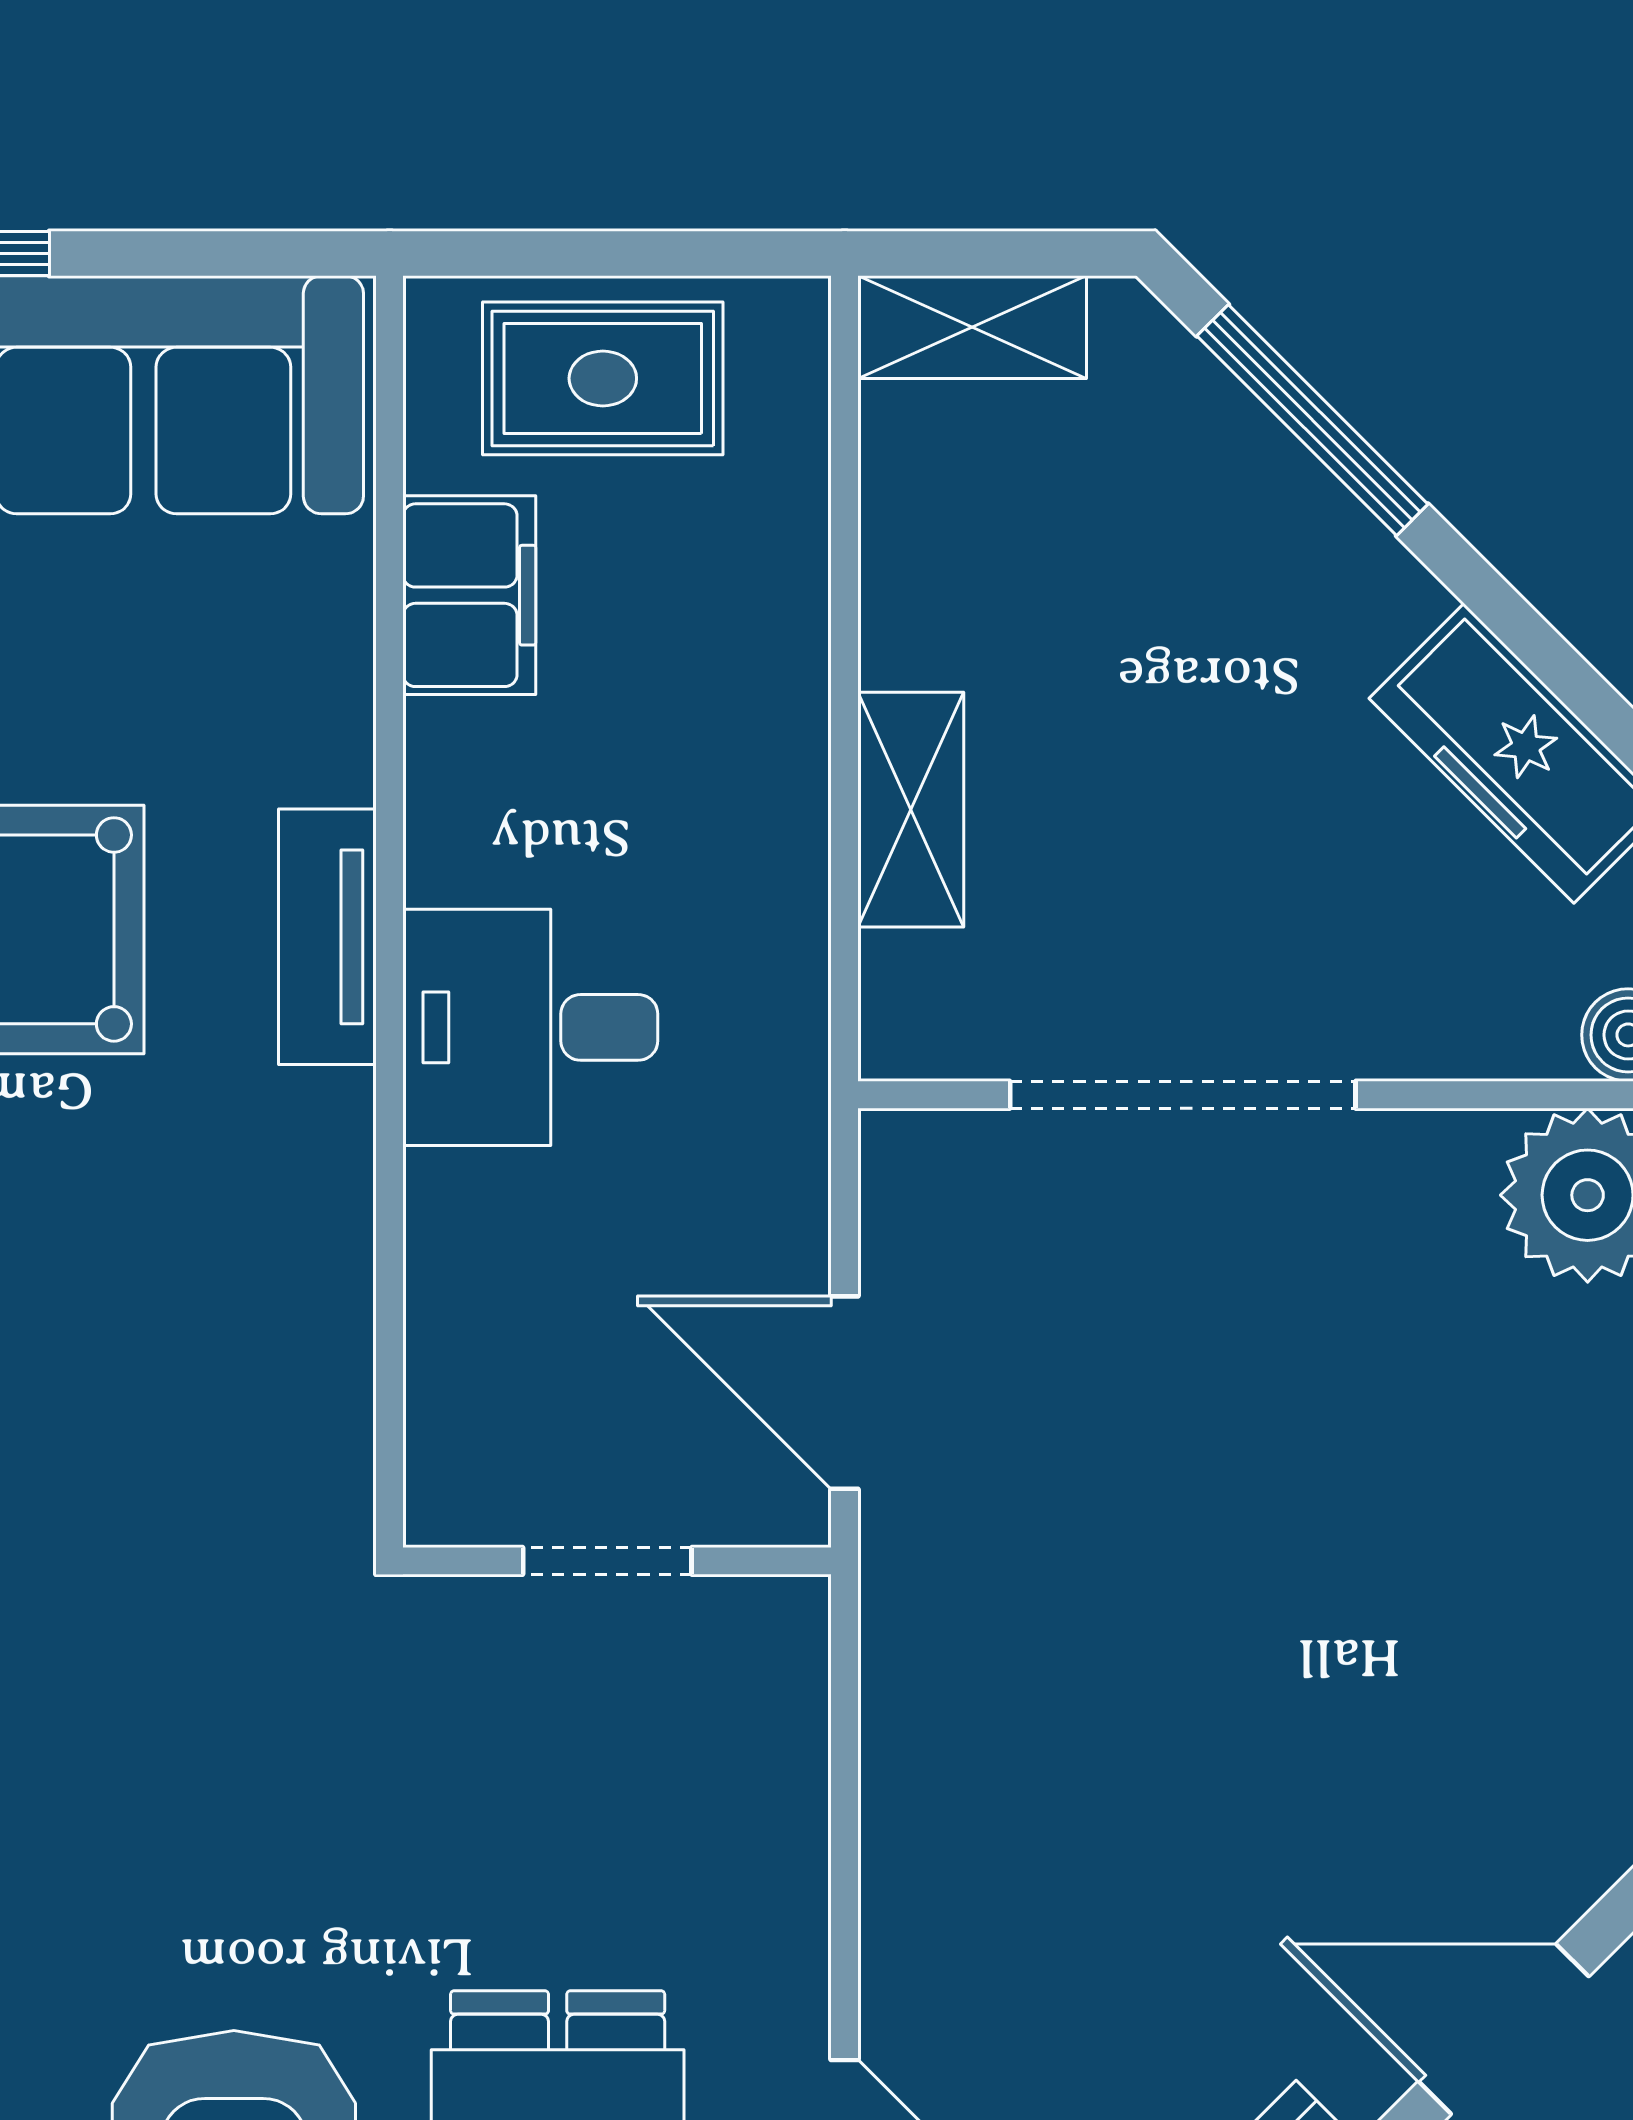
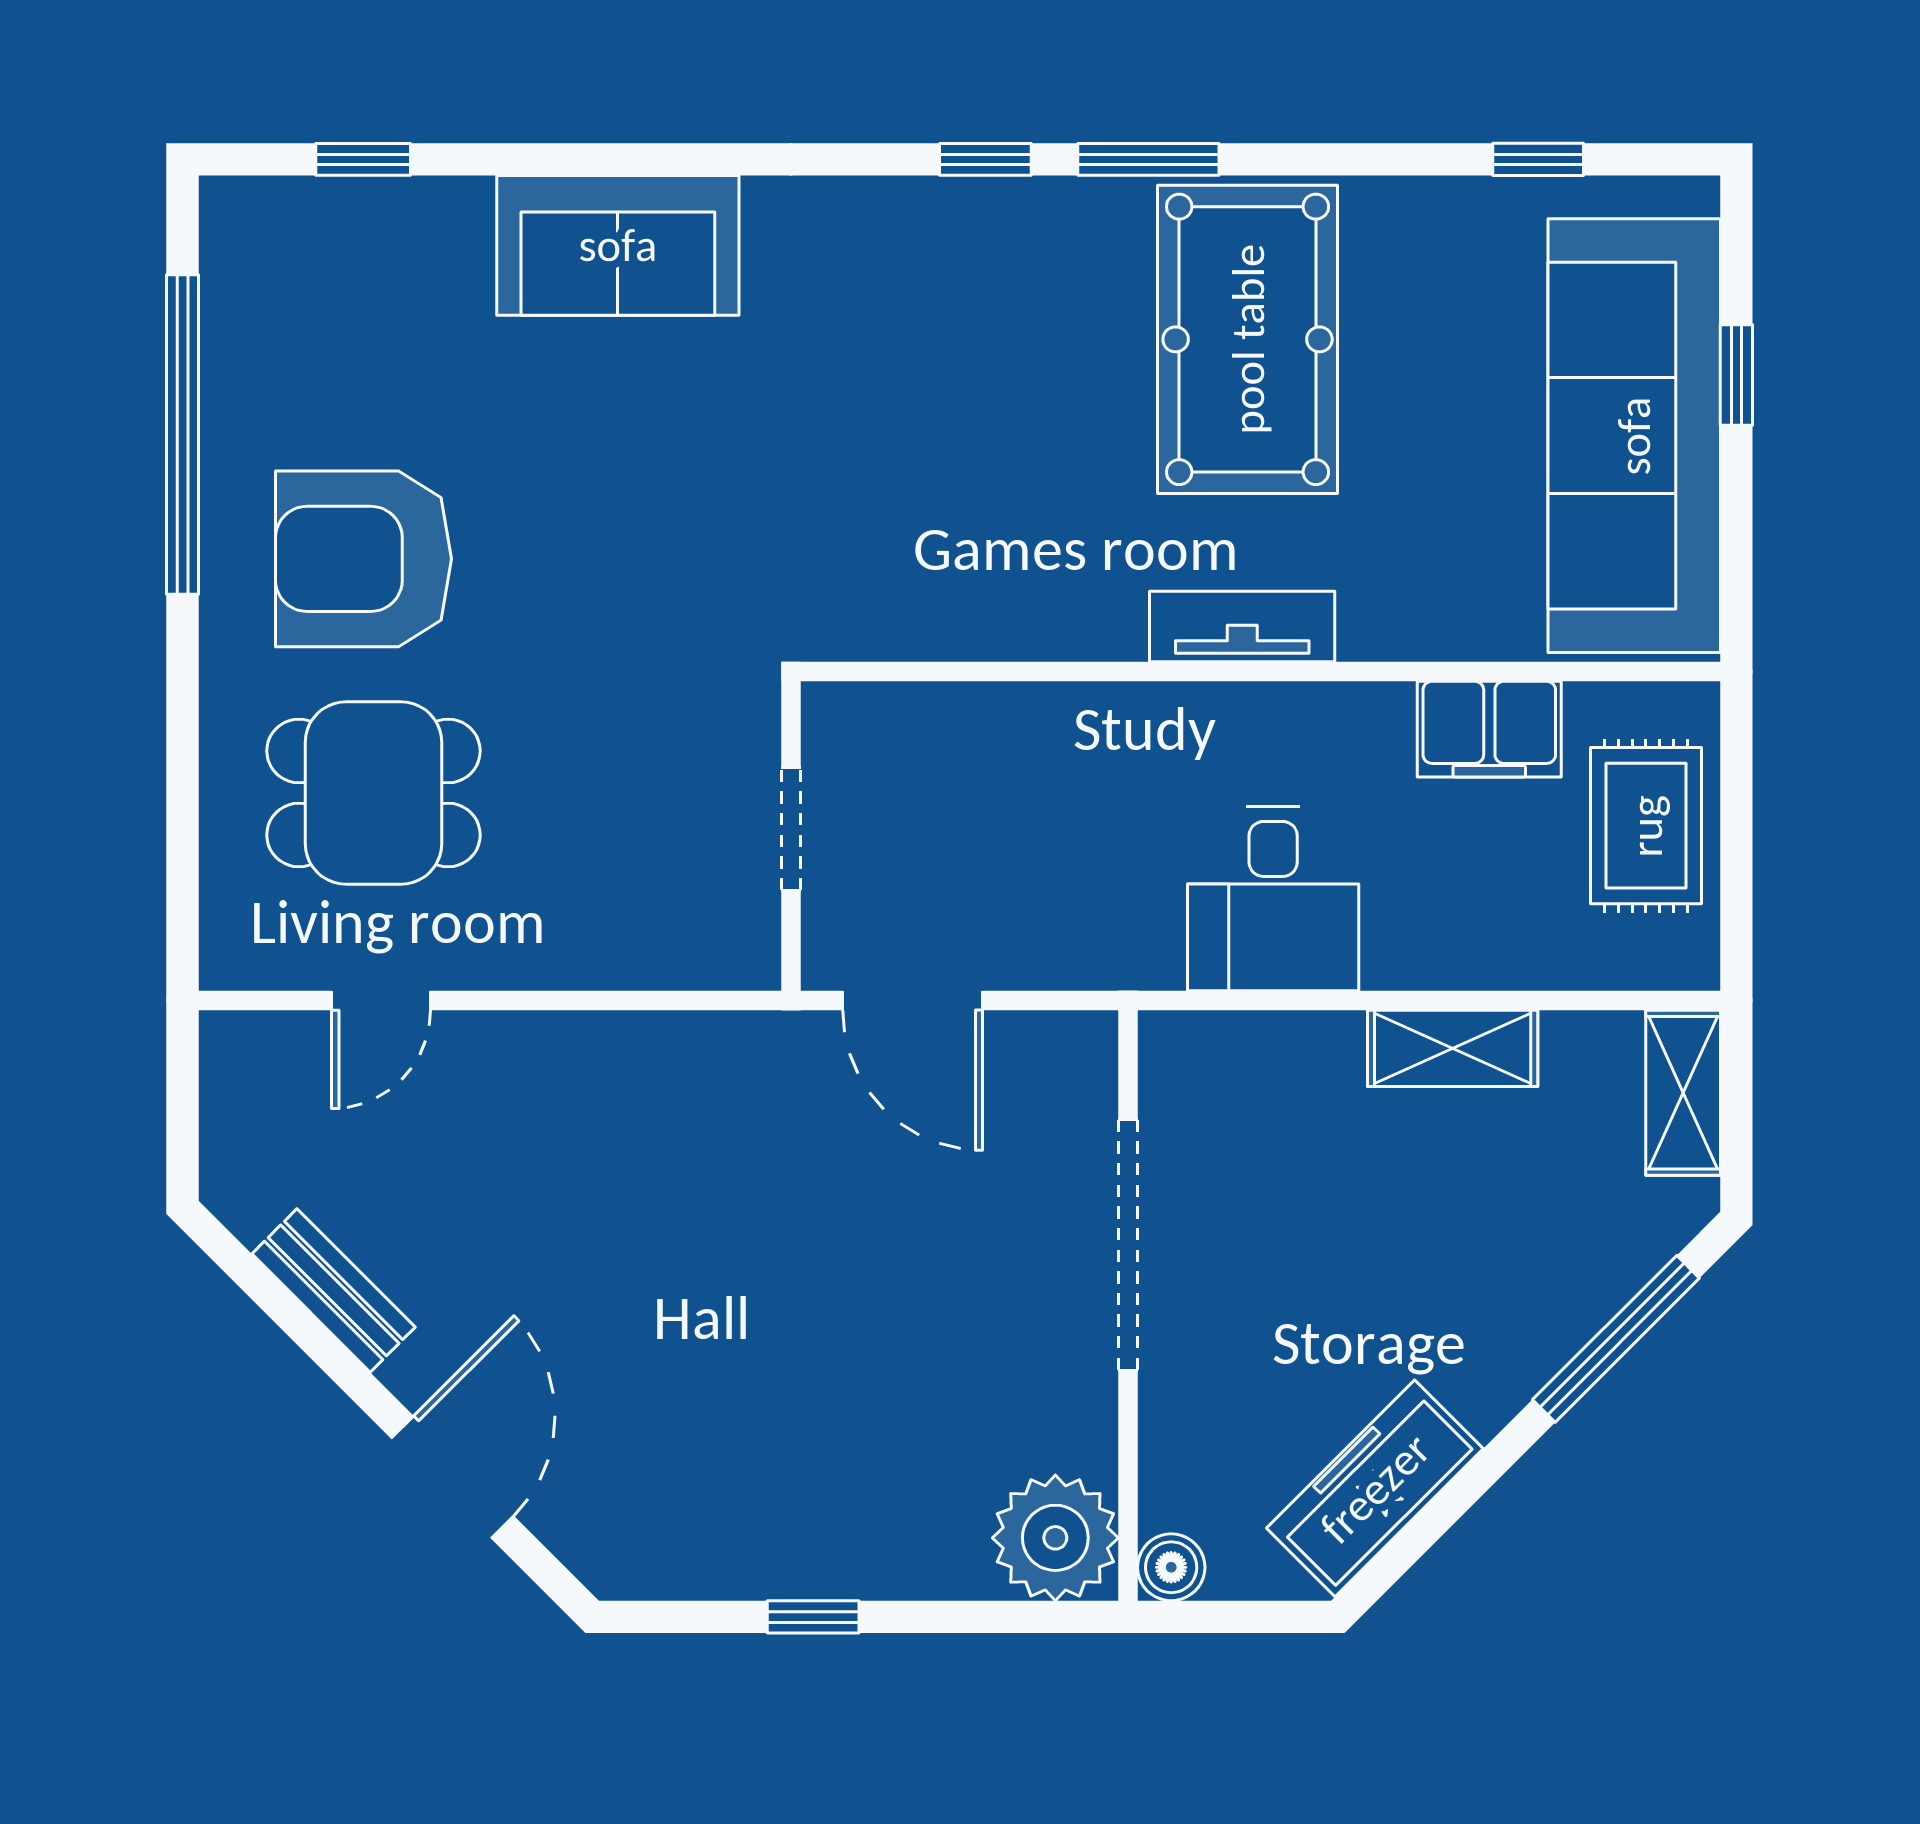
shelving: (911, 810) -> (1453, 1048), moved
desk: (530, 1027) -> (1273, 899), moved, turned 180
door: (845, 1393) -> (913, 1001), swing flipped

